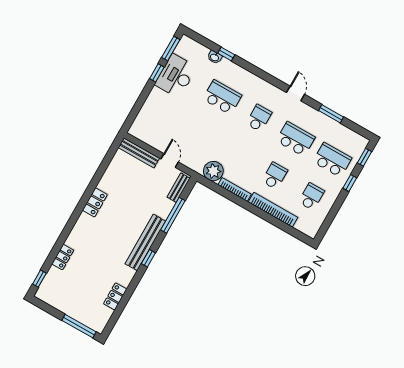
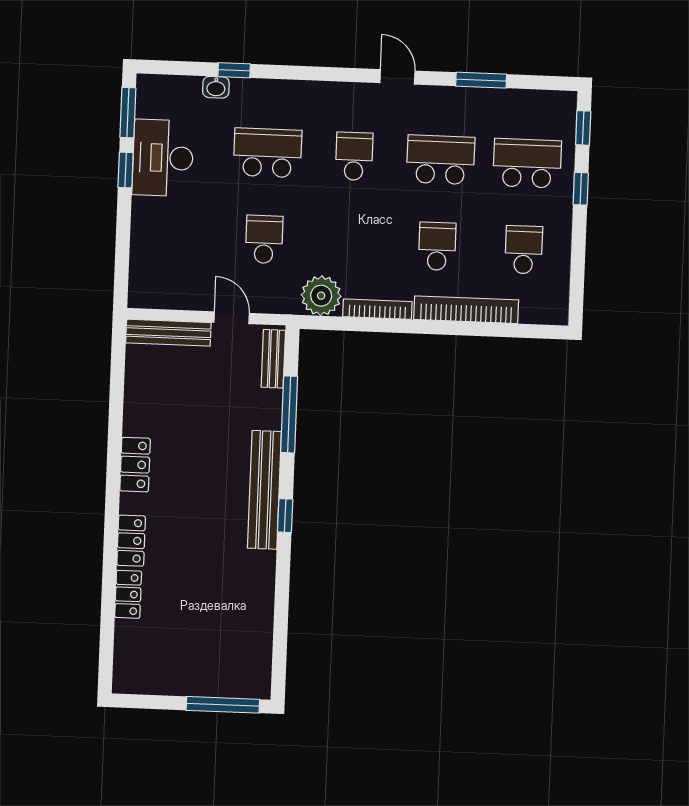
school desk: (201, 134) -> (264, 239), added
window: (39, 279) -> (106, 656), removed
locker: (115, 296) -> (131, 541), moved, turned 180

